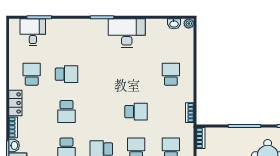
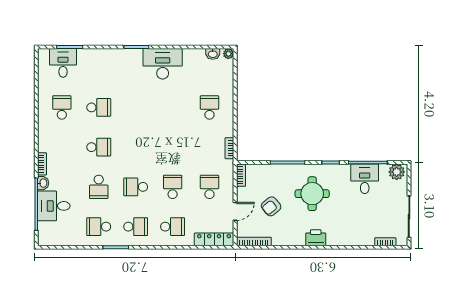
locker: (15, 103) -> (44, 138), removed
school desk: (67, 112) -> (99, 147), turned -90
school desk: (136, 112) -> (173, 147), removed

